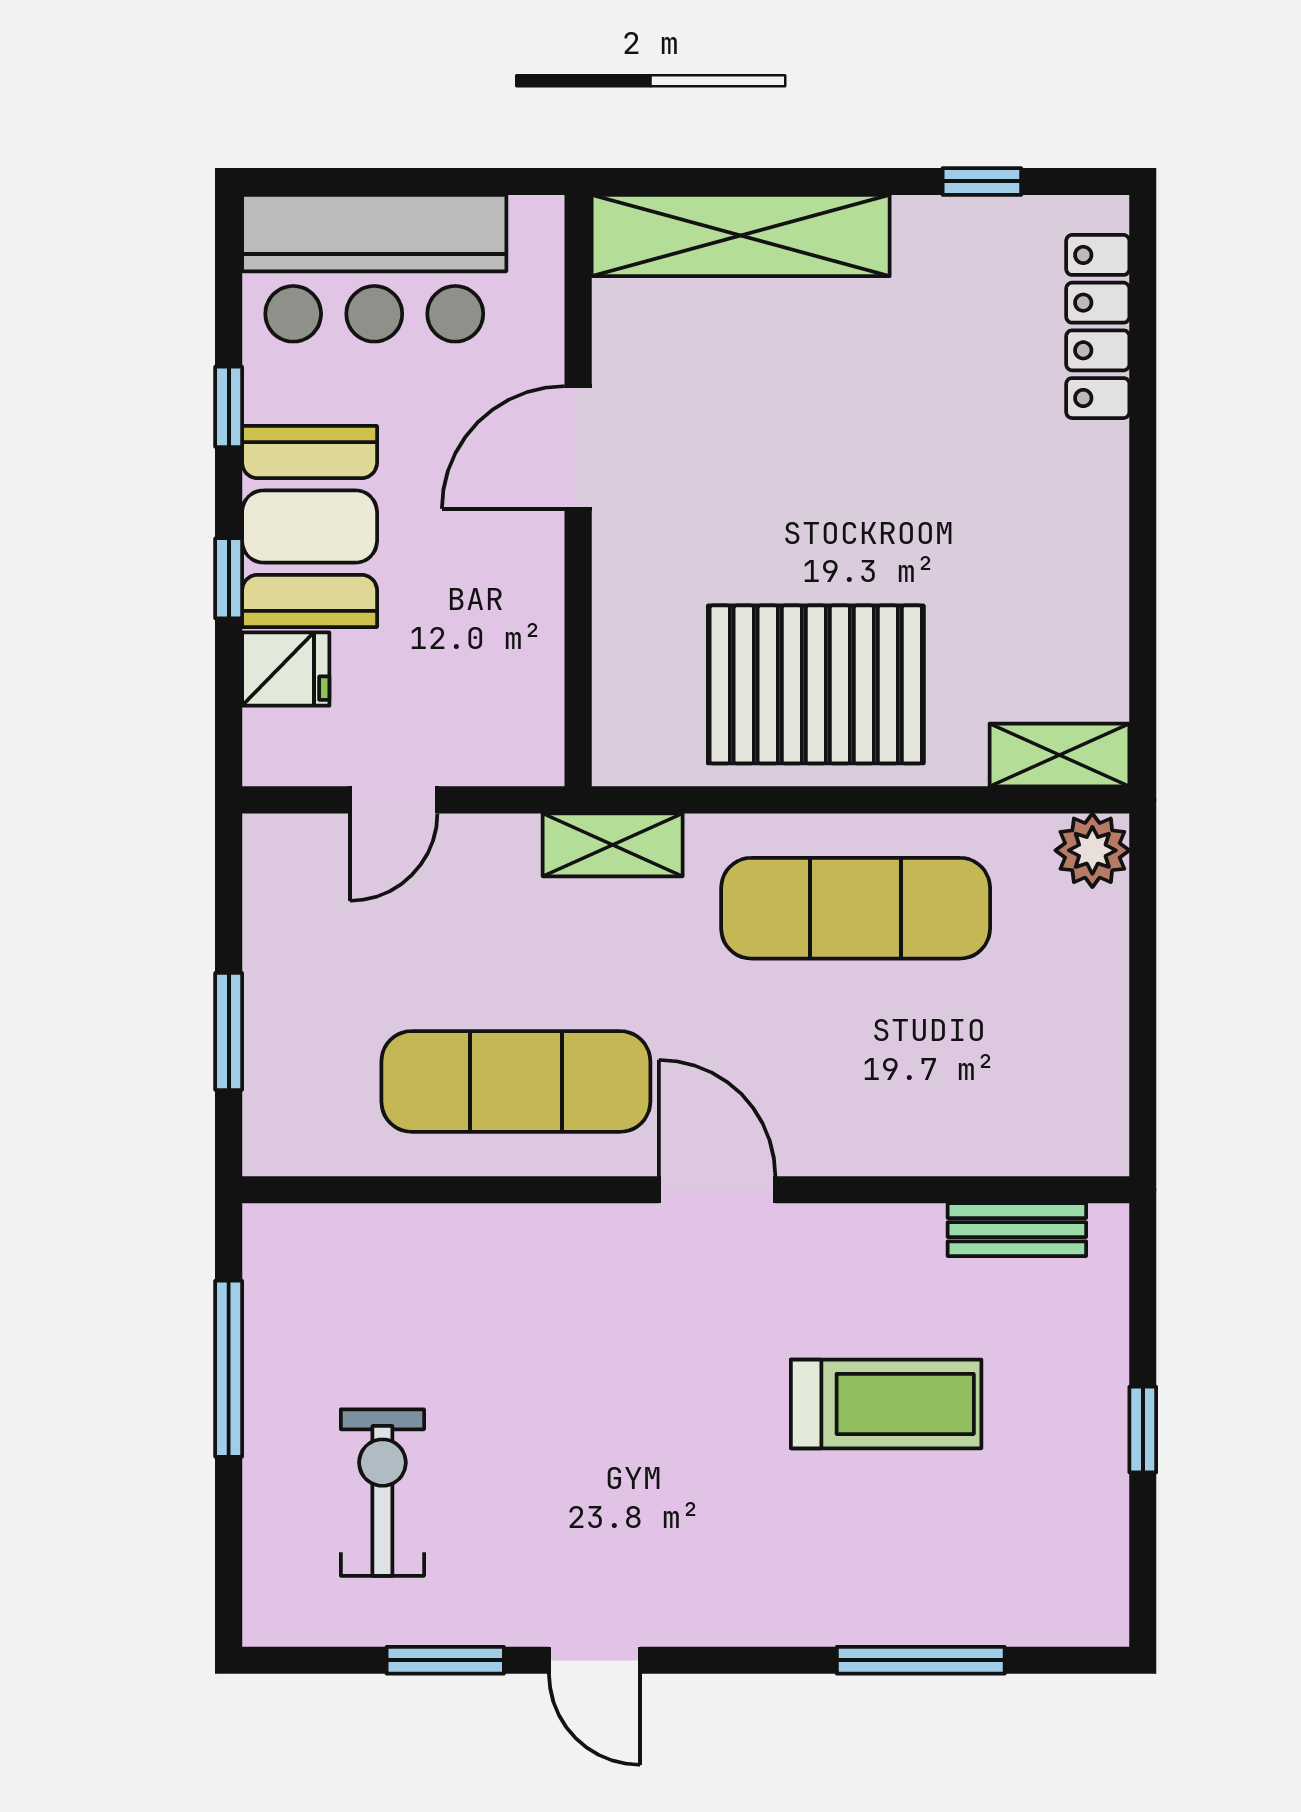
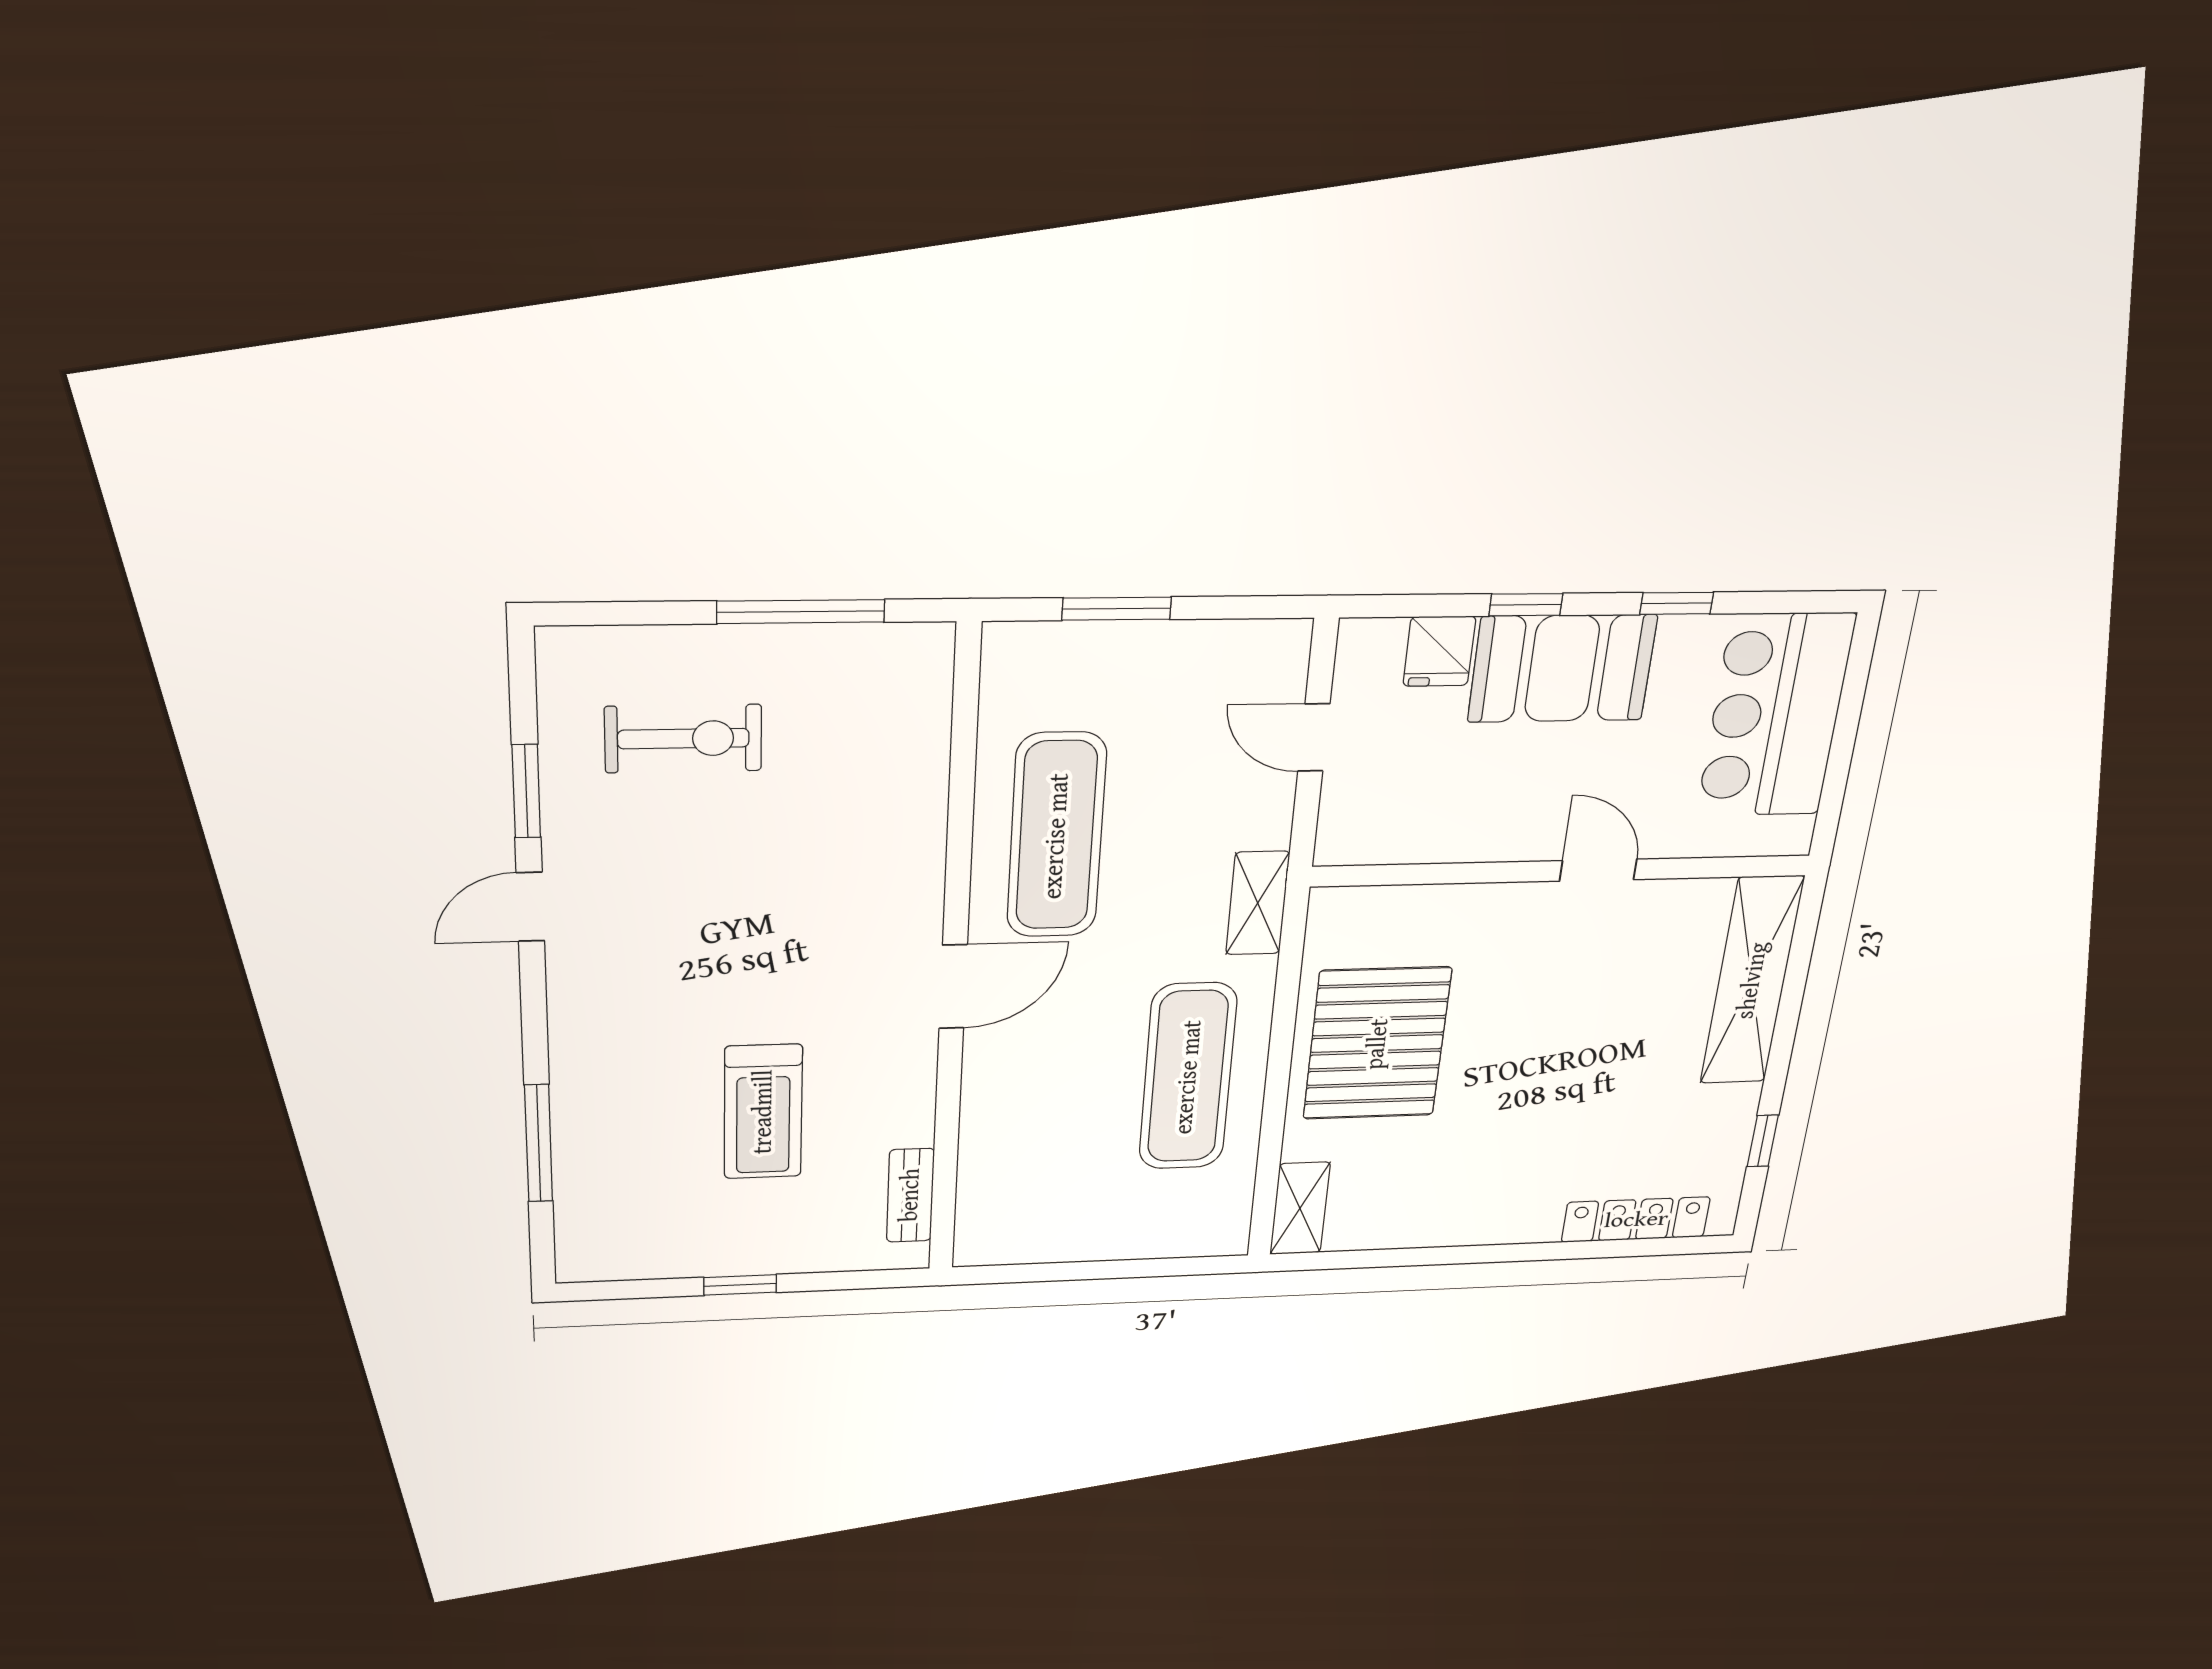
door: (578, 448) -> (1598, 870), width x0.73
plant: (1092, 850) -> (1221, 1233), removed

